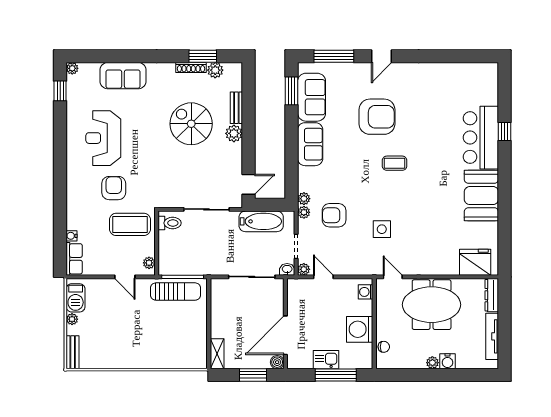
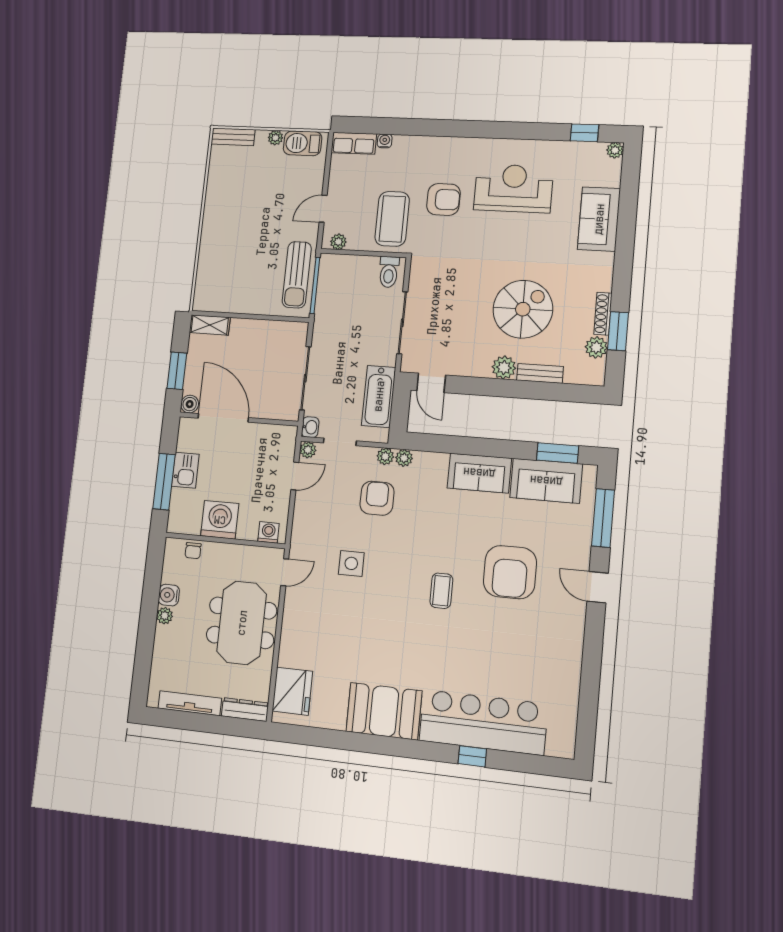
bar counter: (481, 138) -> (483, 722), width x1.36
water cooler: (447, 361) -> (169, 595), moved

